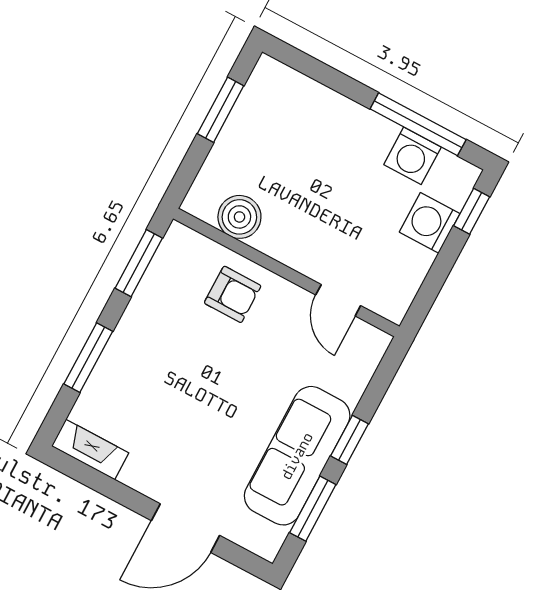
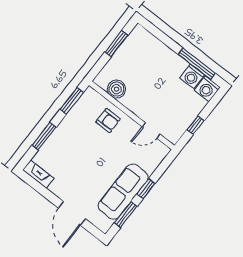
window: (472, 211) -> (196, 125), moved
washing machine: (430, 223) -> (207, 89), moved, turned -90
door: (338, 300) -> (151, 131), hinge flipped
door: (186, 528) -> (72, 213), hinge flipped

